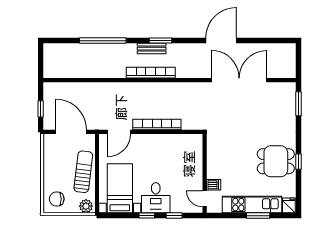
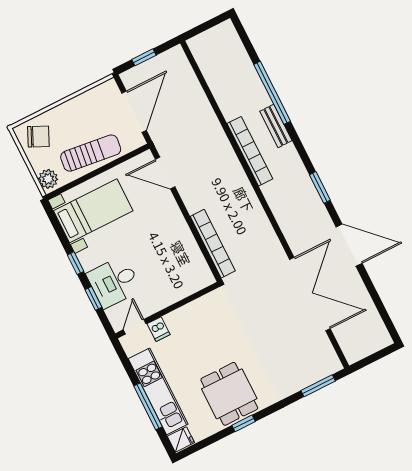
window: (160, 41) -> (320, 187), moved
bench: (152, 49) -> (276, 126), moved
bookcase: (151, 73) -> (250, 151), moved
bookcase: (157, 125) -> (213, 244), moved
desk: (156, 198) -> (114, 282), moved
chair: (57, 199) -> (38, 137), turned 115
window: (258, 216) -> (148, 406), width x1.44

